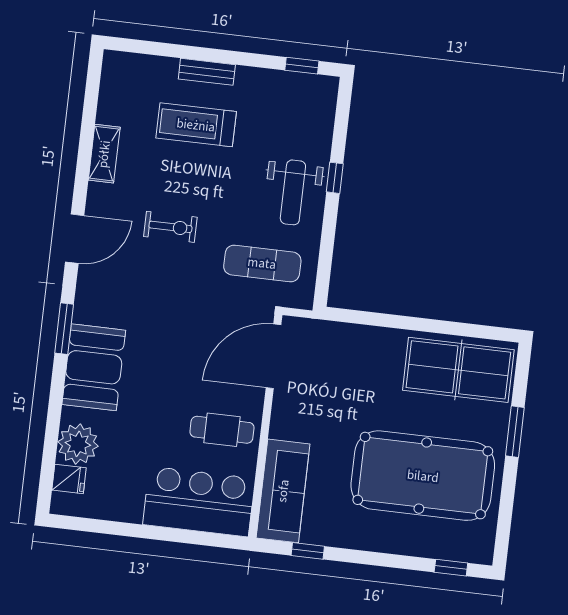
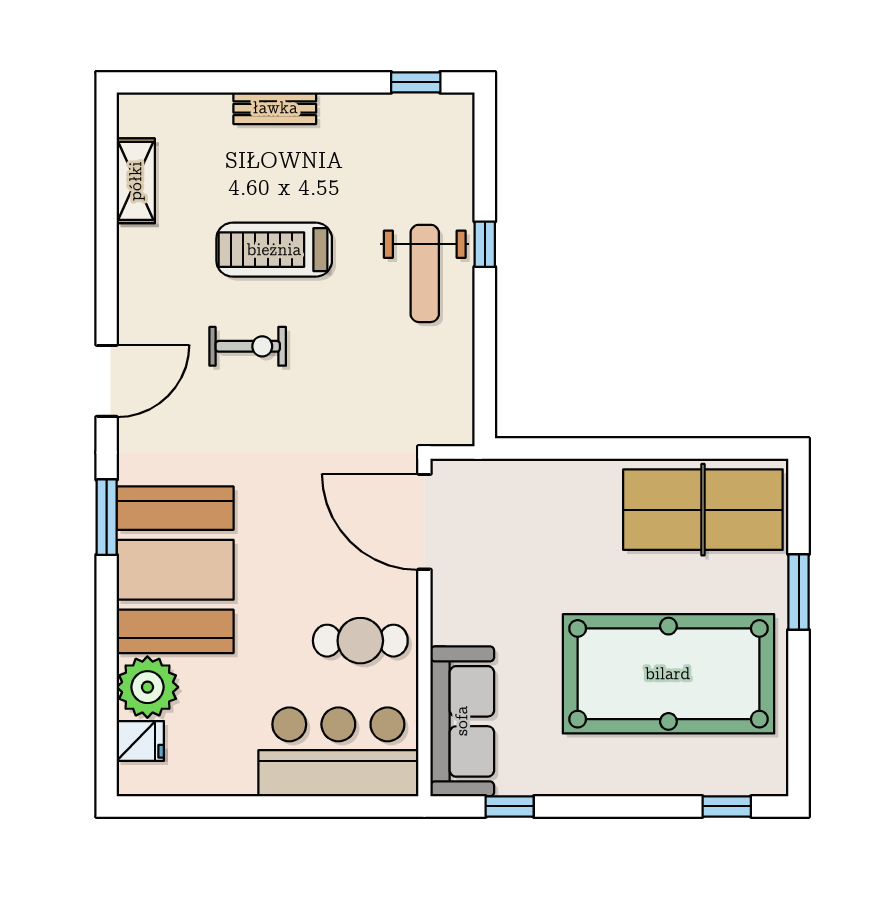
treadmill: (196, 125) -> (274, 250), moved
shelving: (104, 154) -> (136, 181), moved
exercise mat: (262, 263) -> (391, 385), removed
door: (273, 356) -> (424, 522), hinge flipped
booth: (94, 367) -> (175, 570), width x1.36, depth x1.42

